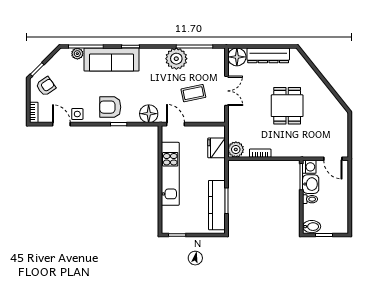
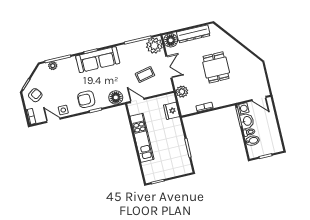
plant: (176, 59) -> (154, 46), moved
sofa: (112, 60) -> (98, 60), moved
plant: (236, 149) -> (182, 92), moved
kitchen counter: (217, 205) -> (182, 153), removed
bidet: (312, 227) -> (252, 141), moved

